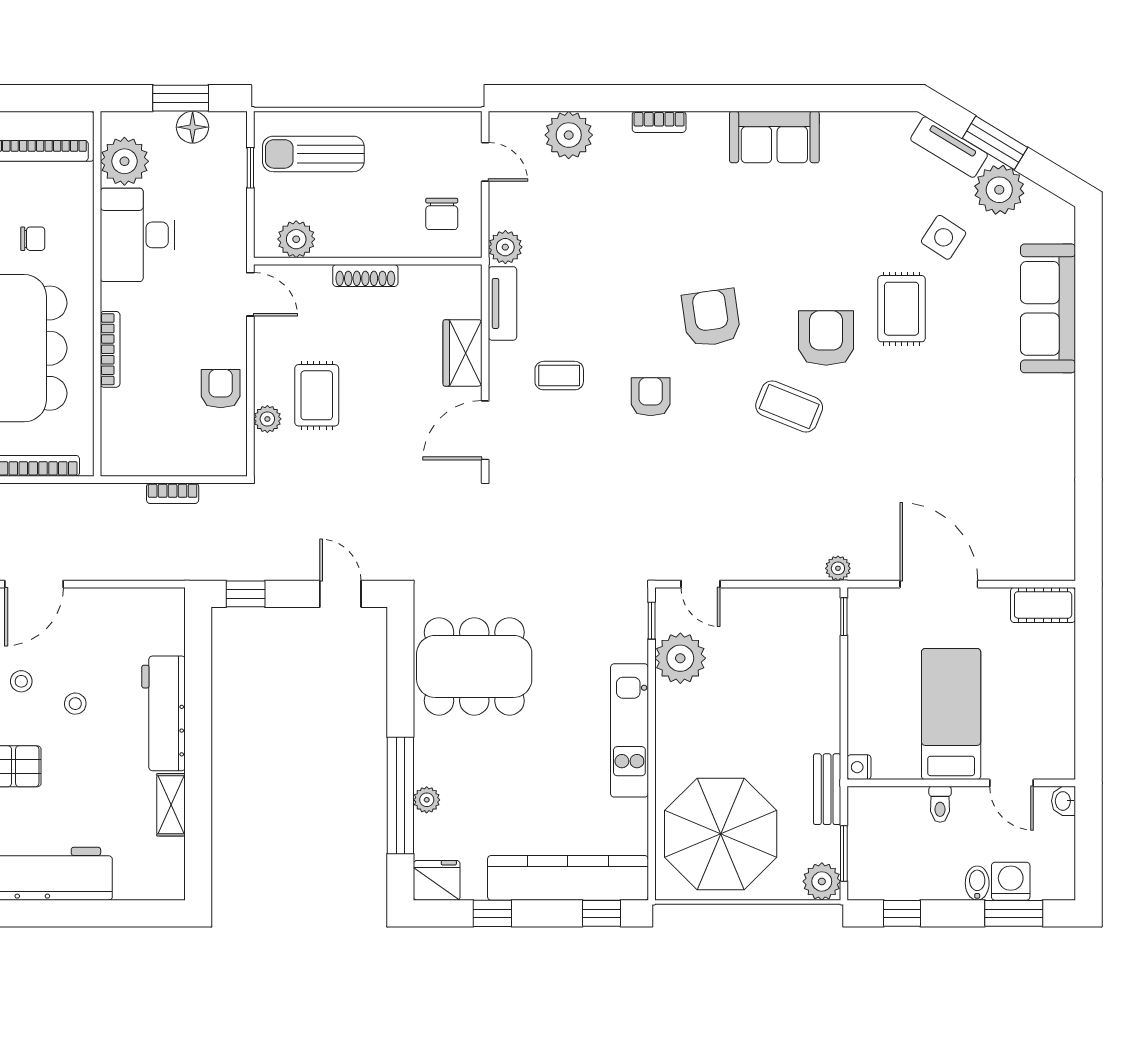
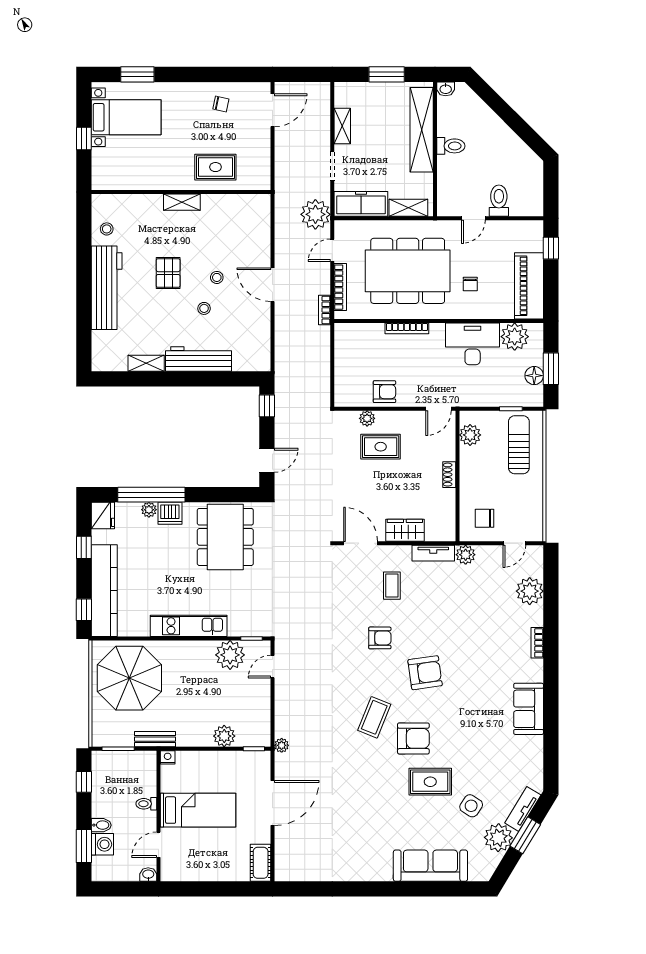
shoe rack: (365, 275) -> (449, 475), width x0.70
bookcase: (173, 493) -> (324, 310), moved
dishwasher: (433, 763) -> (170, 513), added
plant: (822, 881) -> (224, 736), moved

